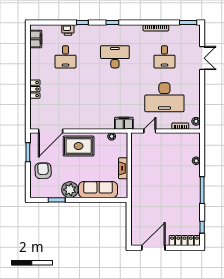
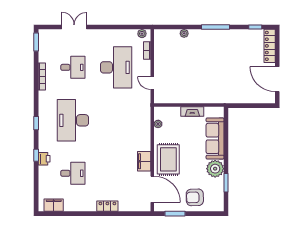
printer: (68, 30) -> (44, 159), moved
desk: (115, 57) -> (73, 120), width x1.36, depth x1.30
filing cabinet: (124, 123) -> (144, 161), moved

